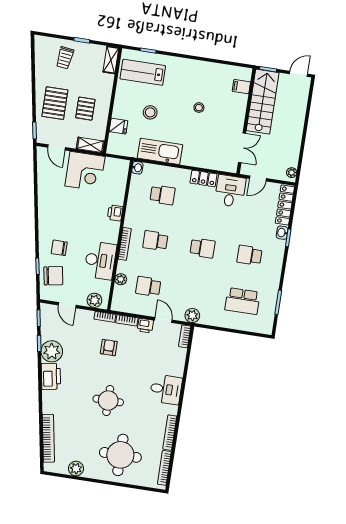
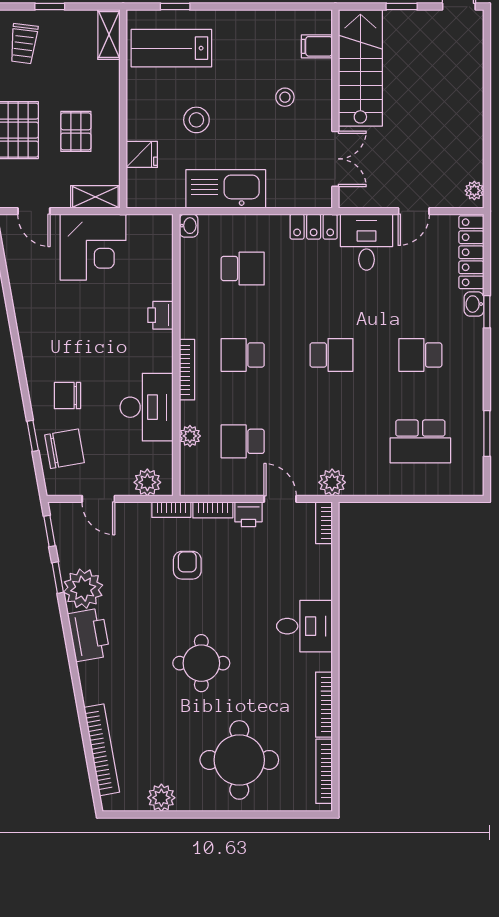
filing cabinet: (241, 87) -> (317, 46), moved
stairs: (263, 102) -> (360, 68), moved
wall: (246, 121) -> (335, 109), moved
double door: (242, 148) -> (335, 159), moved

